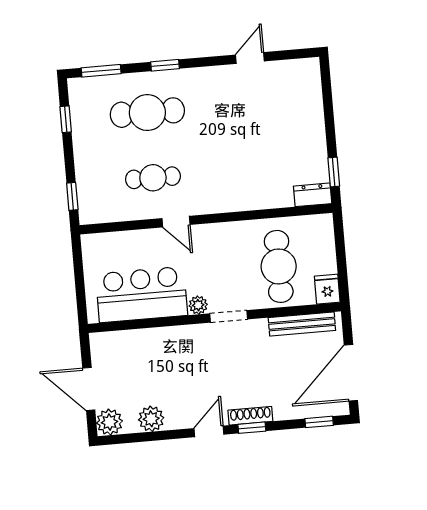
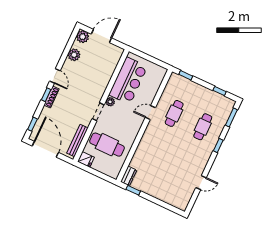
door: (250, 58) -> (201, 183), hinge flipped
cafe table: (147, 113) -> (203, 127), width x0.73, depth x0.74

